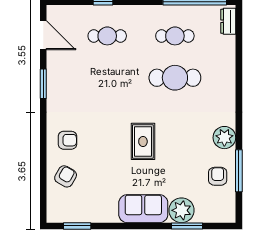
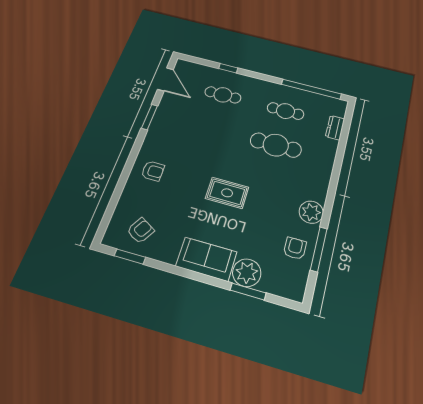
dresser: (228, 21) -> (335, 128), moved
rug: (143, 141) -> (227, 193), turned 90
armchair: (66, 176) -> (141, 231), moved

